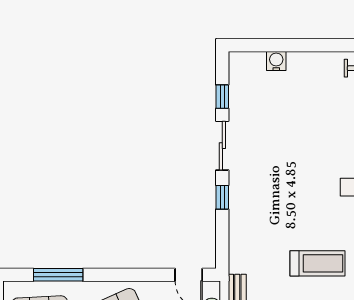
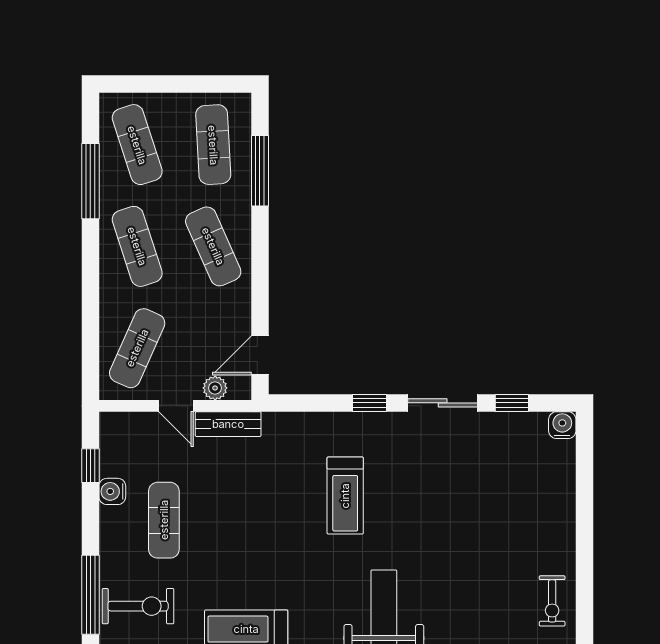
water cooler: (276, 61) -> (562, 425), moved, turned -90
treadmill: (318, 263) -> (345, 496), moved

